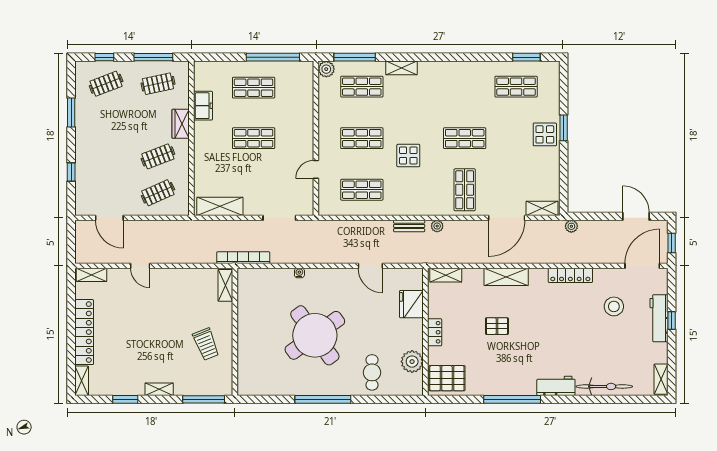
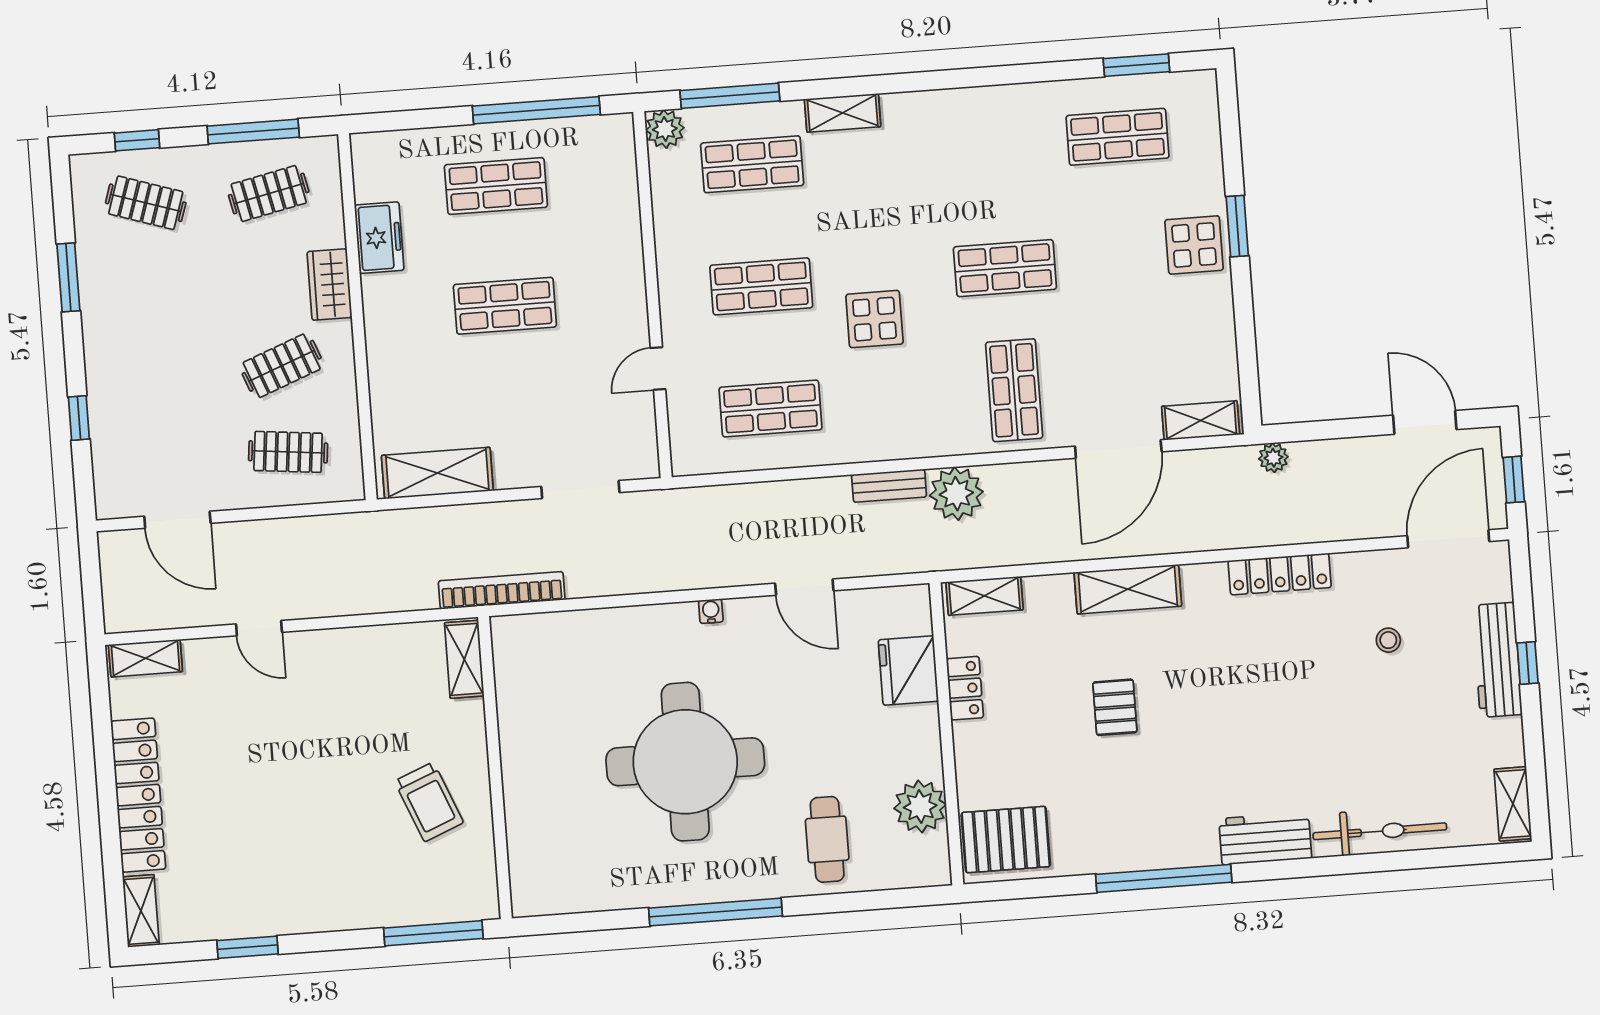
clothes rail: (106, 84) -> (146, 203), turned 39
clothes rail: (158, 193) -> (288, 452), turned 30
plant: (437, 226) -> (956, 494), width x1.88, depth x1.88
water cooler: (299, 273) -> (711, 611), moved
stool: (614, 306) -> (1388, 640), width x0.53, depth x0.53
pallet: (497, 326) -> (1115, 707), turned 90
locker: (435, 332) -> (965, 688), moved
round table: (315, 335) -> (685, 762), turned 36
shelving: (159, 389) -> (326, 917), removed

